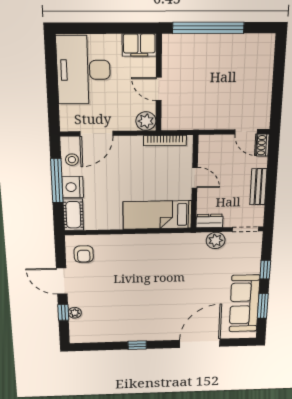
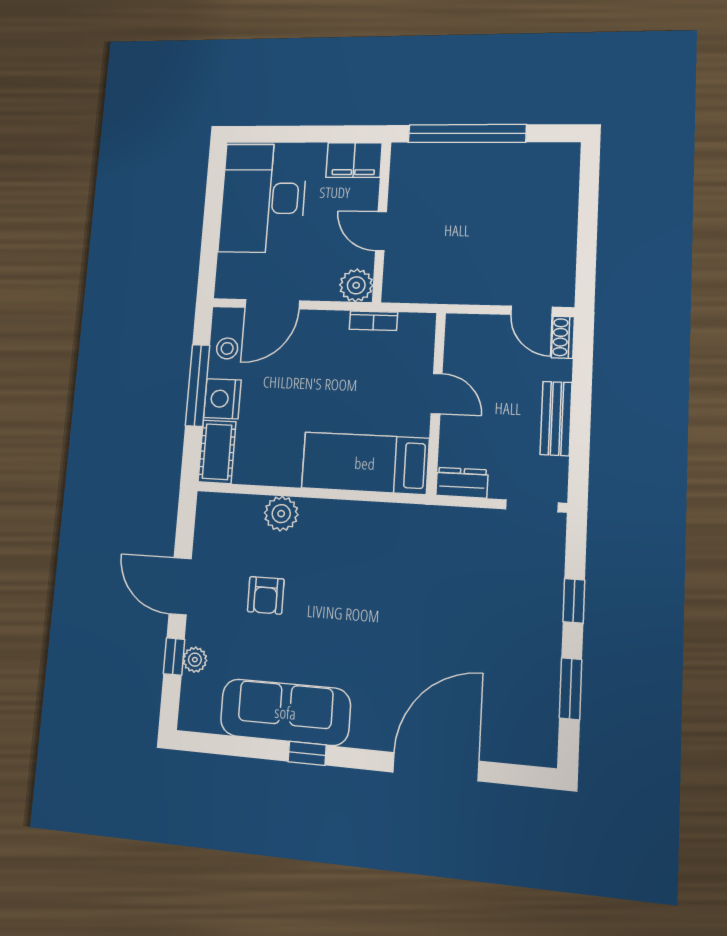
bookcase: (165, 140) -> (373, 321), width x0.64
plant: (216, 240) -> (281, 514), moved
armchair: (84, 254) -> (266, 595), moved
sofa: (244, 303) -> (285, 712), moved, turned 90

